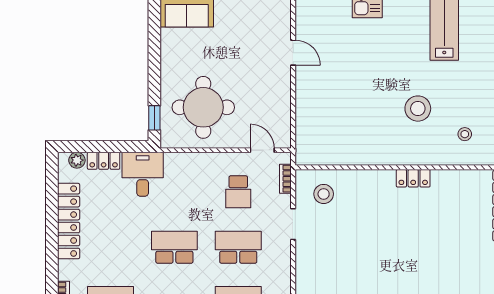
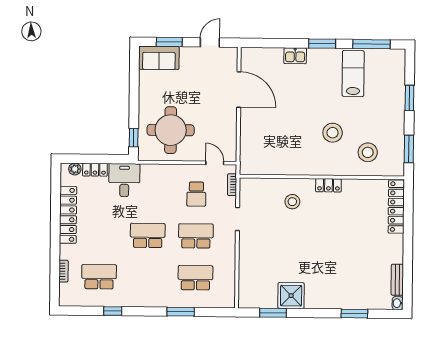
door: (293, 53) -> (239, 89), width x1.87
stool: (465, 134) -> (368, 152), width x1.89, depth x1.89
stool: (324, 194) -> (292, 202), moved

